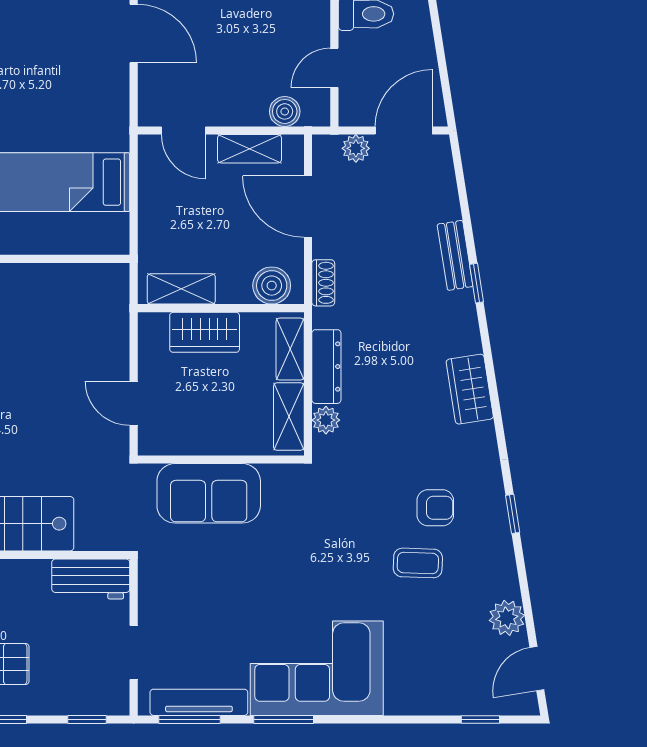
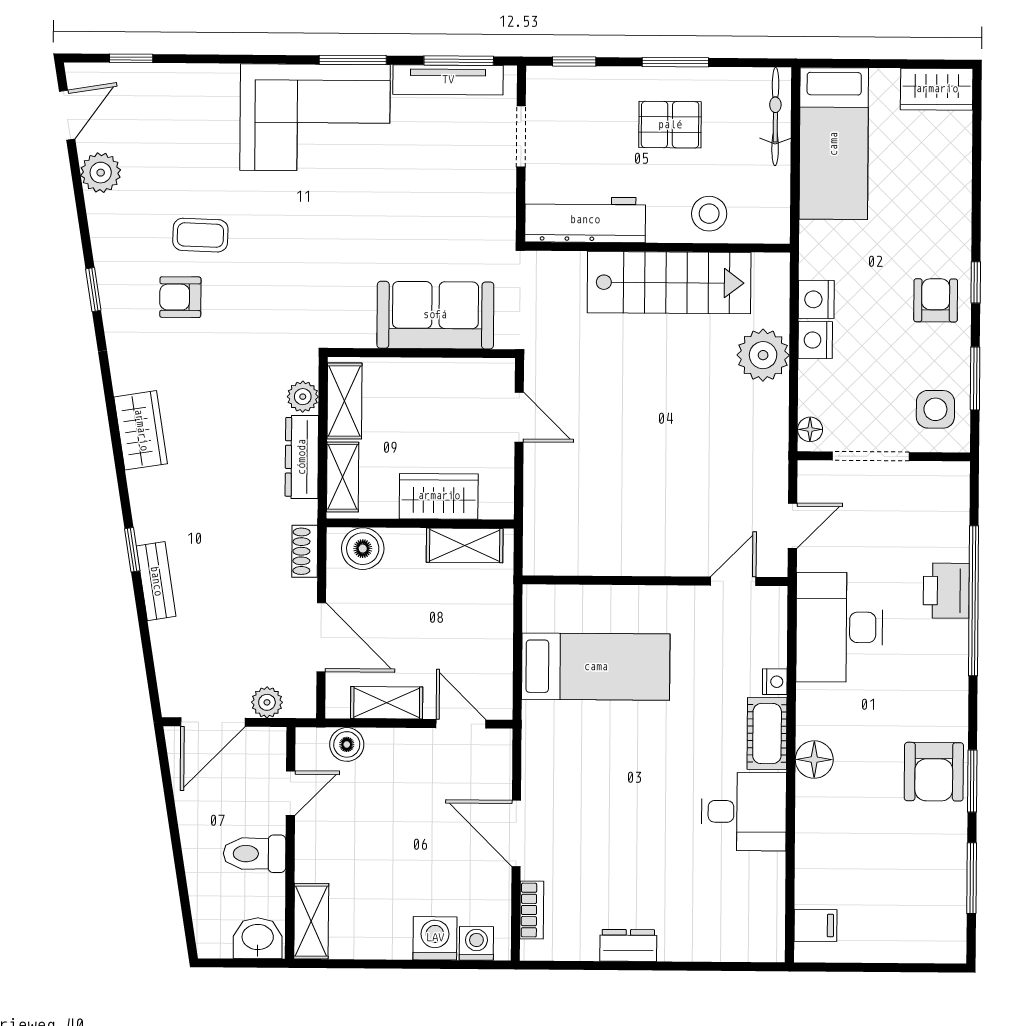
workbench: (91, 579) -> (585, 220), width x1.38

